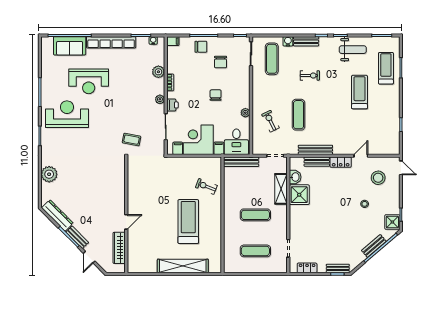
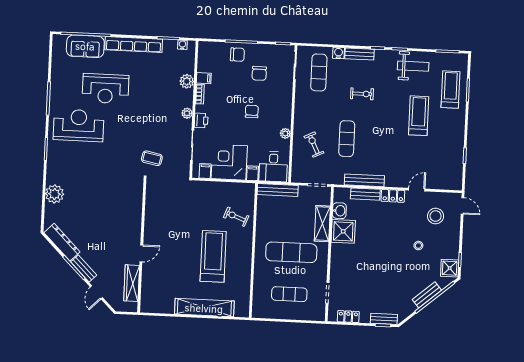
filing cabinet: (173, 41) -> (204, 78), moved
exercise mat: (255, 215) -> (291, 252), width x1.36, depth x1.45

